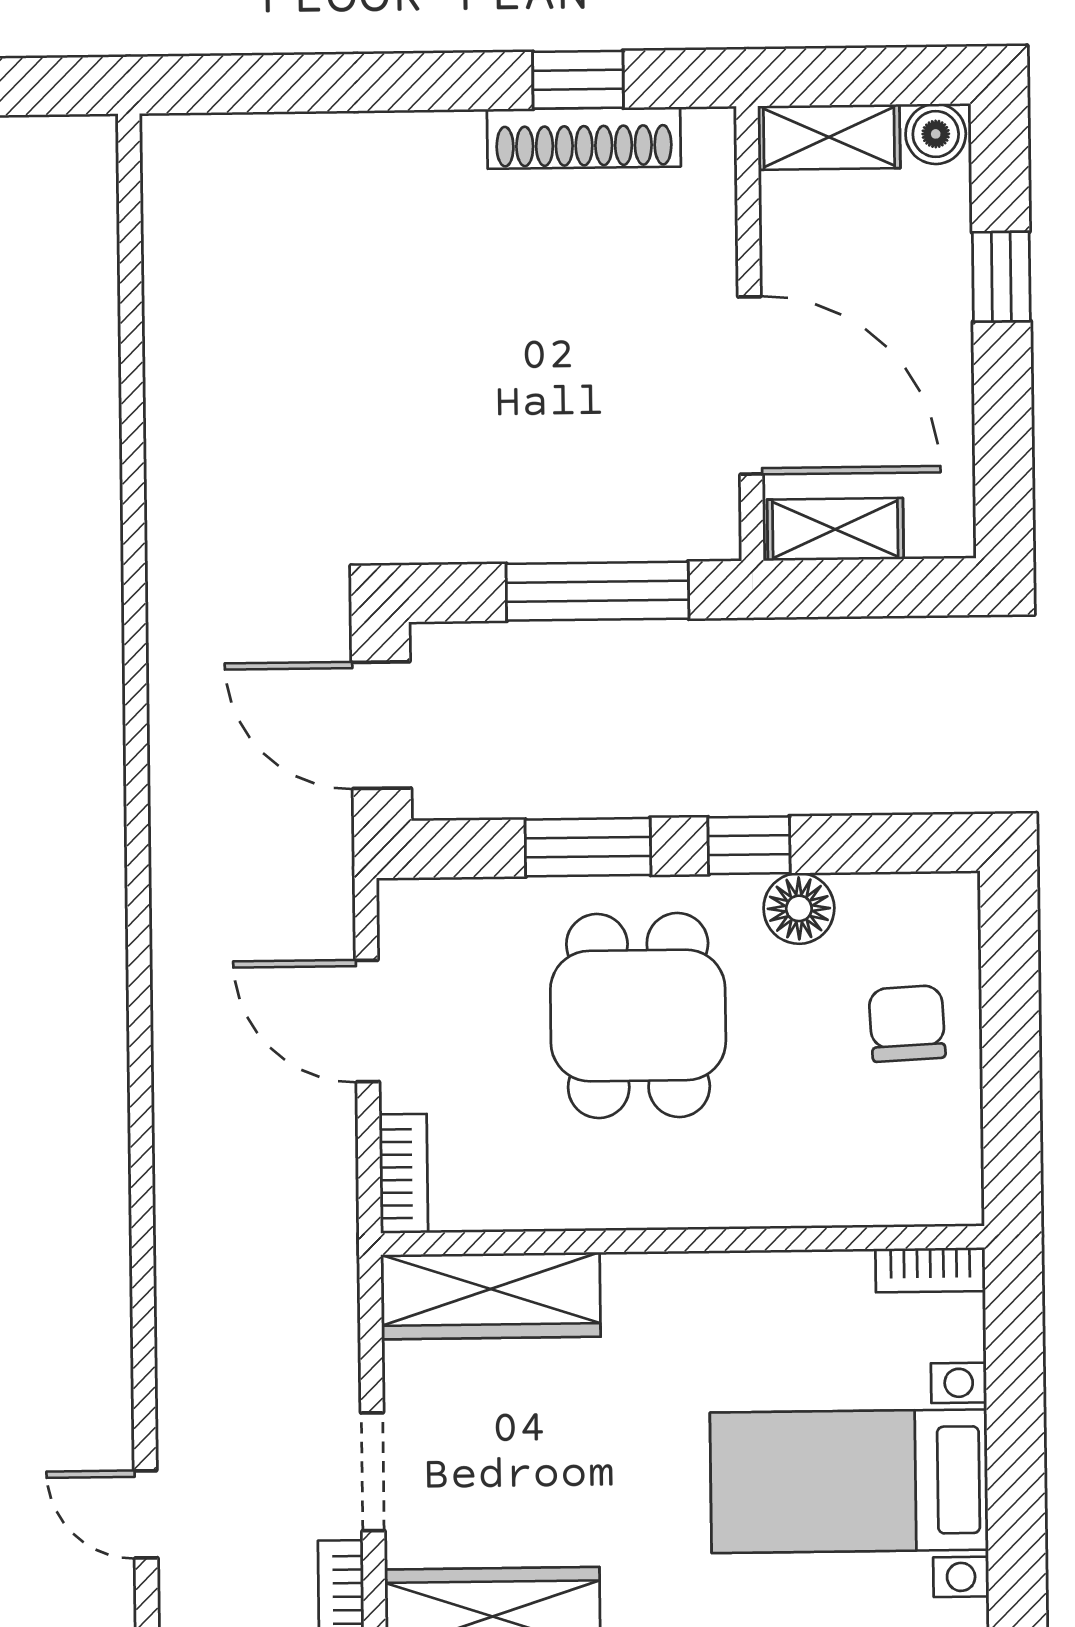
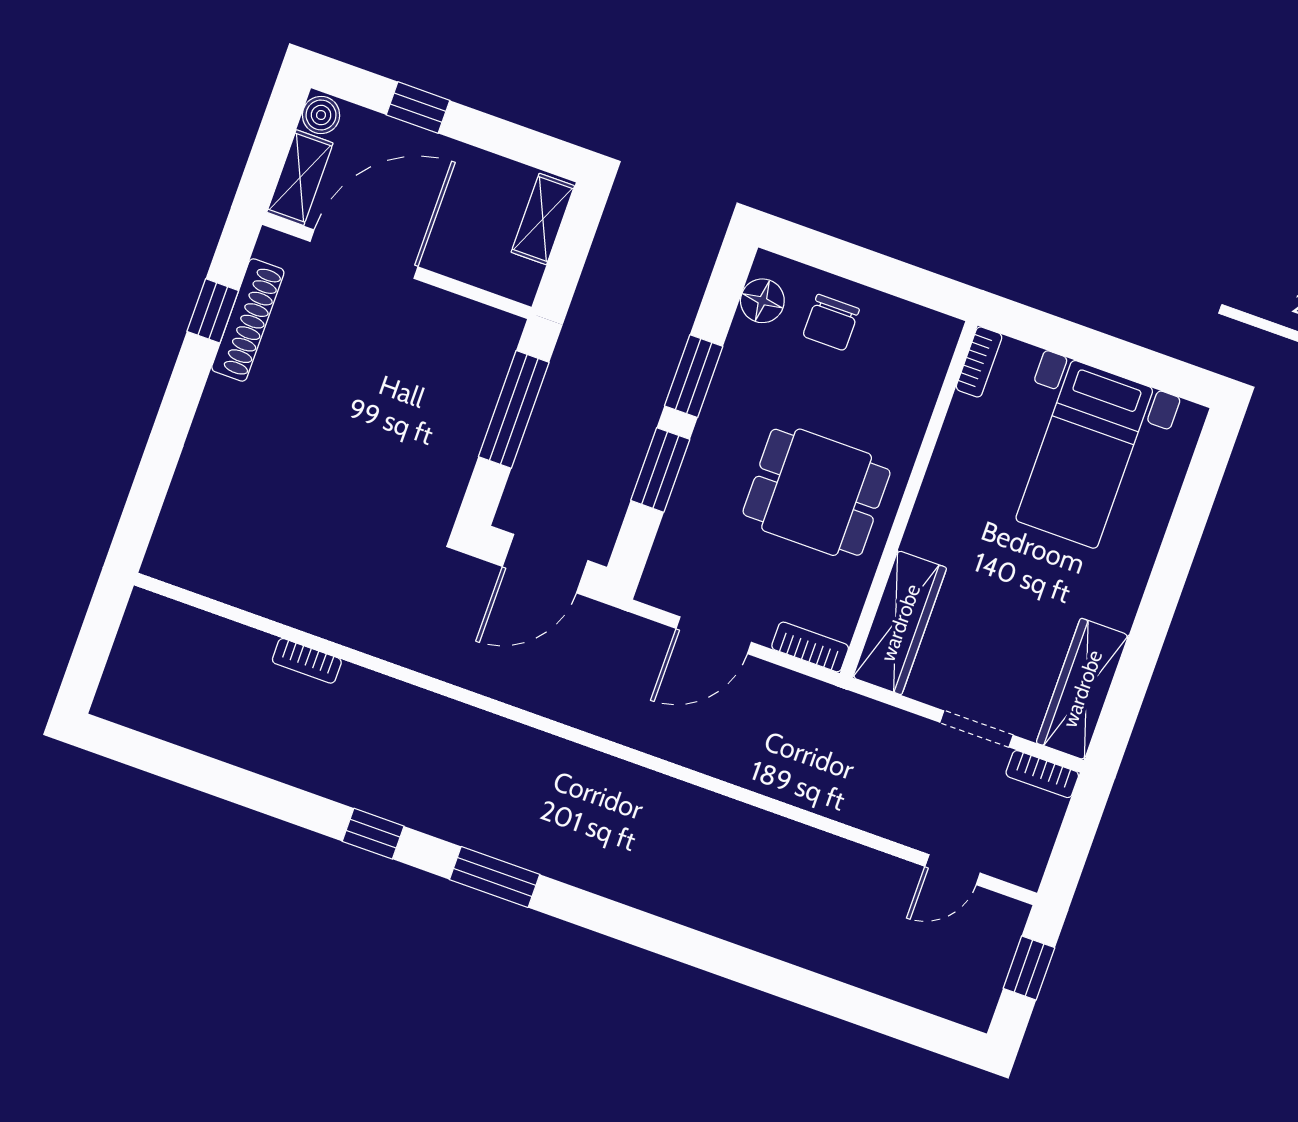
door: (750, 385) -> (364, 254), moved
bookcase: (100, 418) -> (307, 661), added
shelving: (835, 529) -> (543, 219), moved
window: (749, 845) -> (694, 376), width x1.50
floor lamp: (799, 908) -> (762, 301), moved
dining table: (638, 1015) -> (817, 492), moved
chair: (907, 1023) -> (831, 323), turned -87

